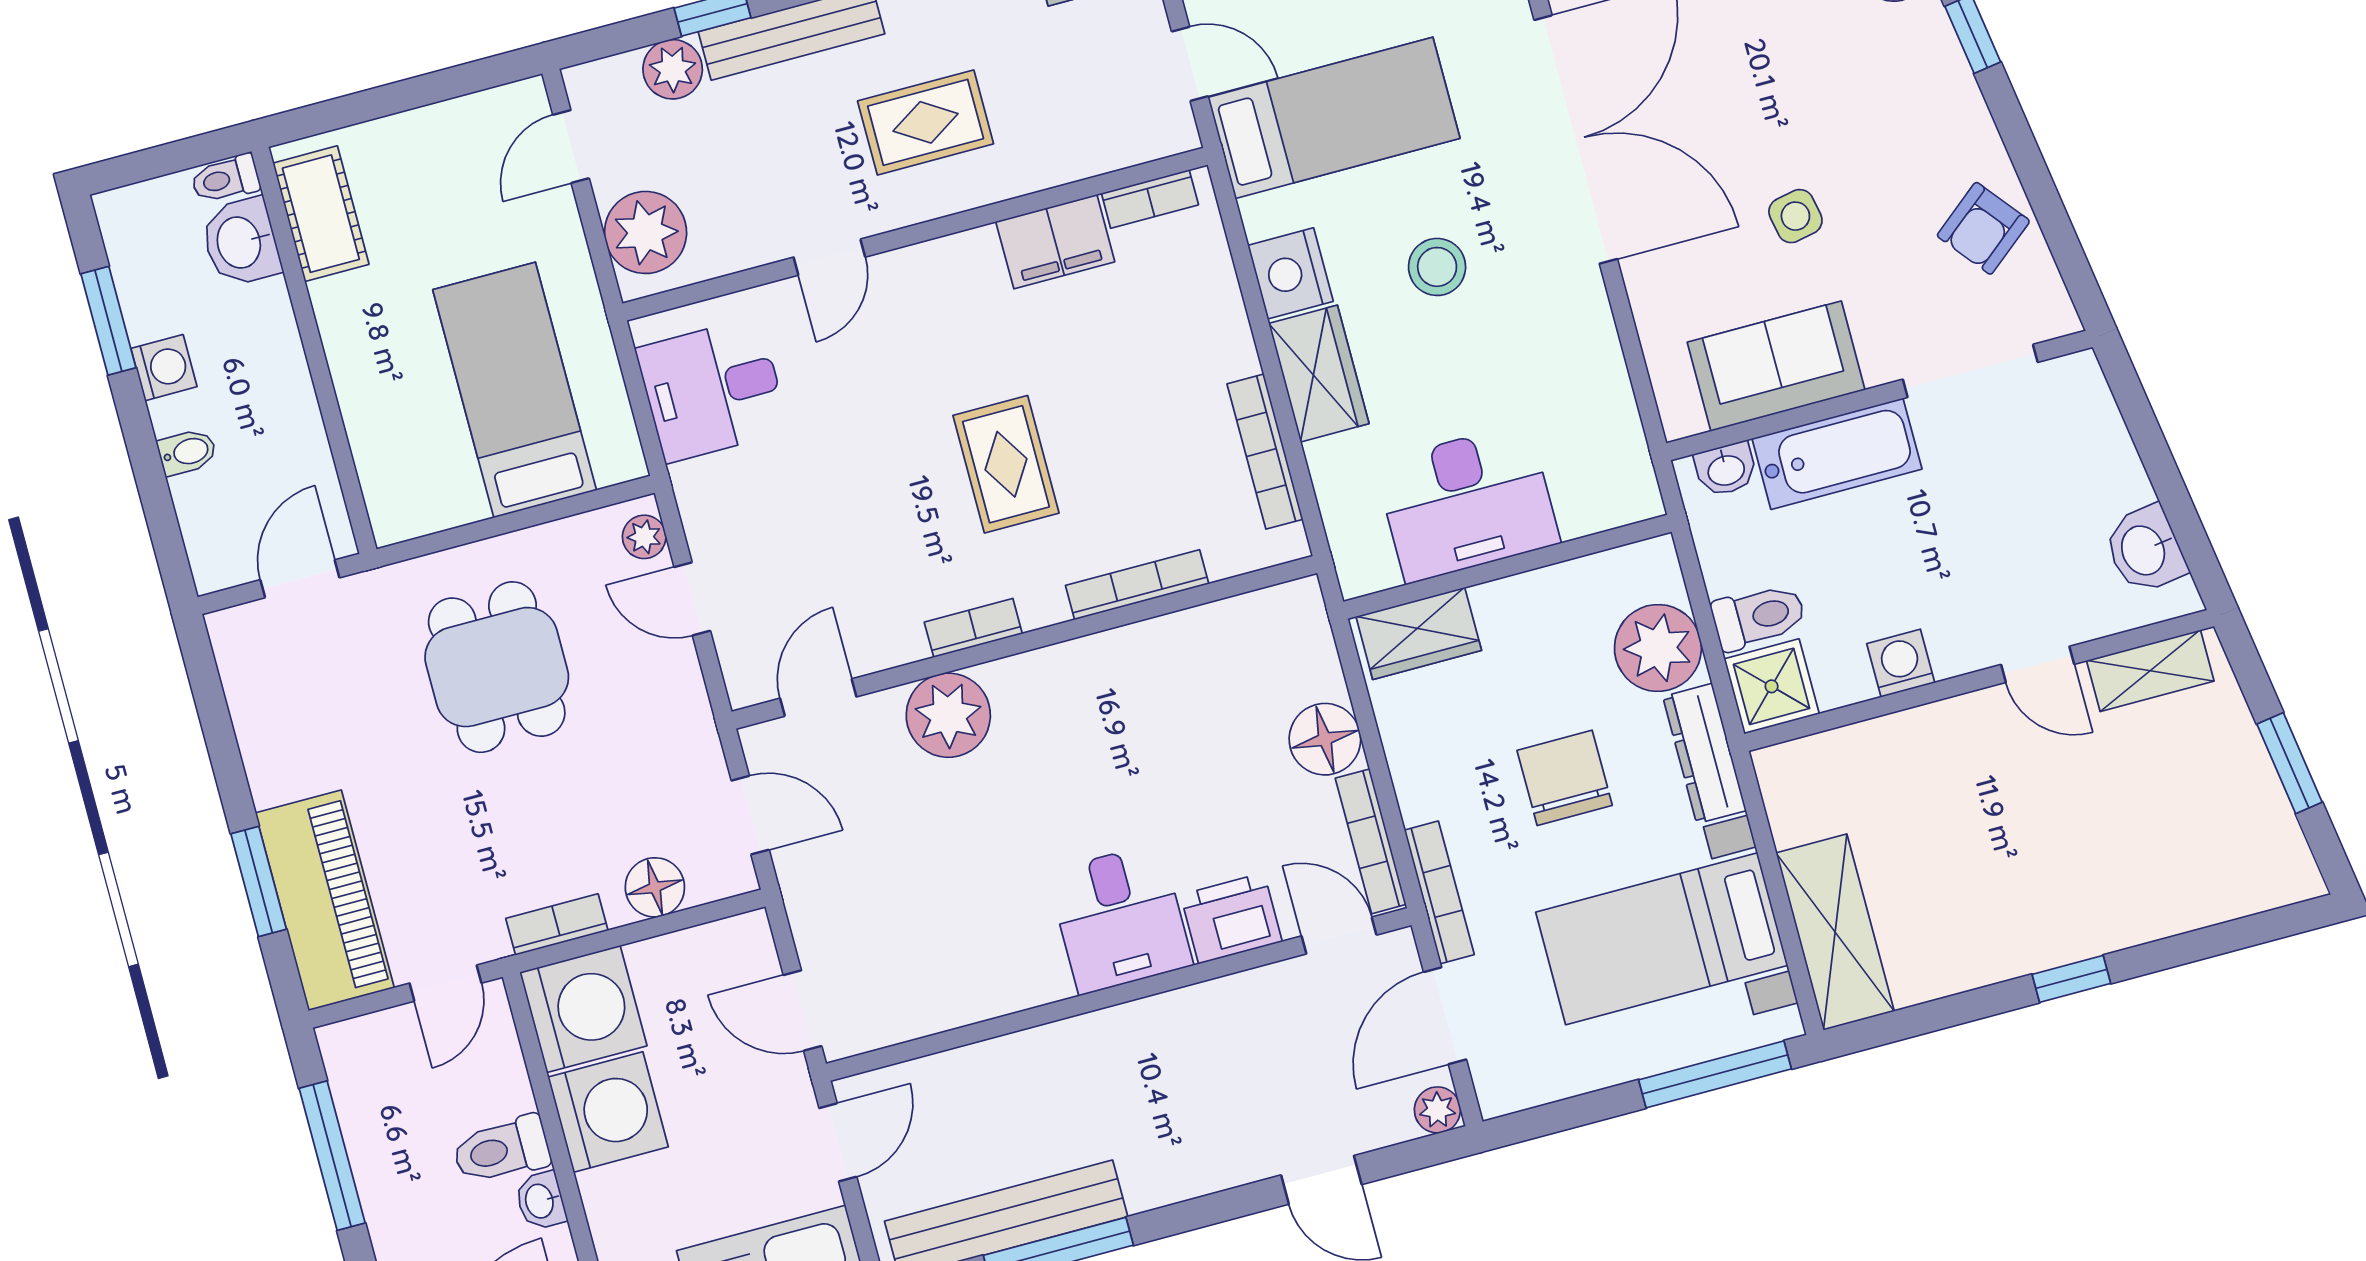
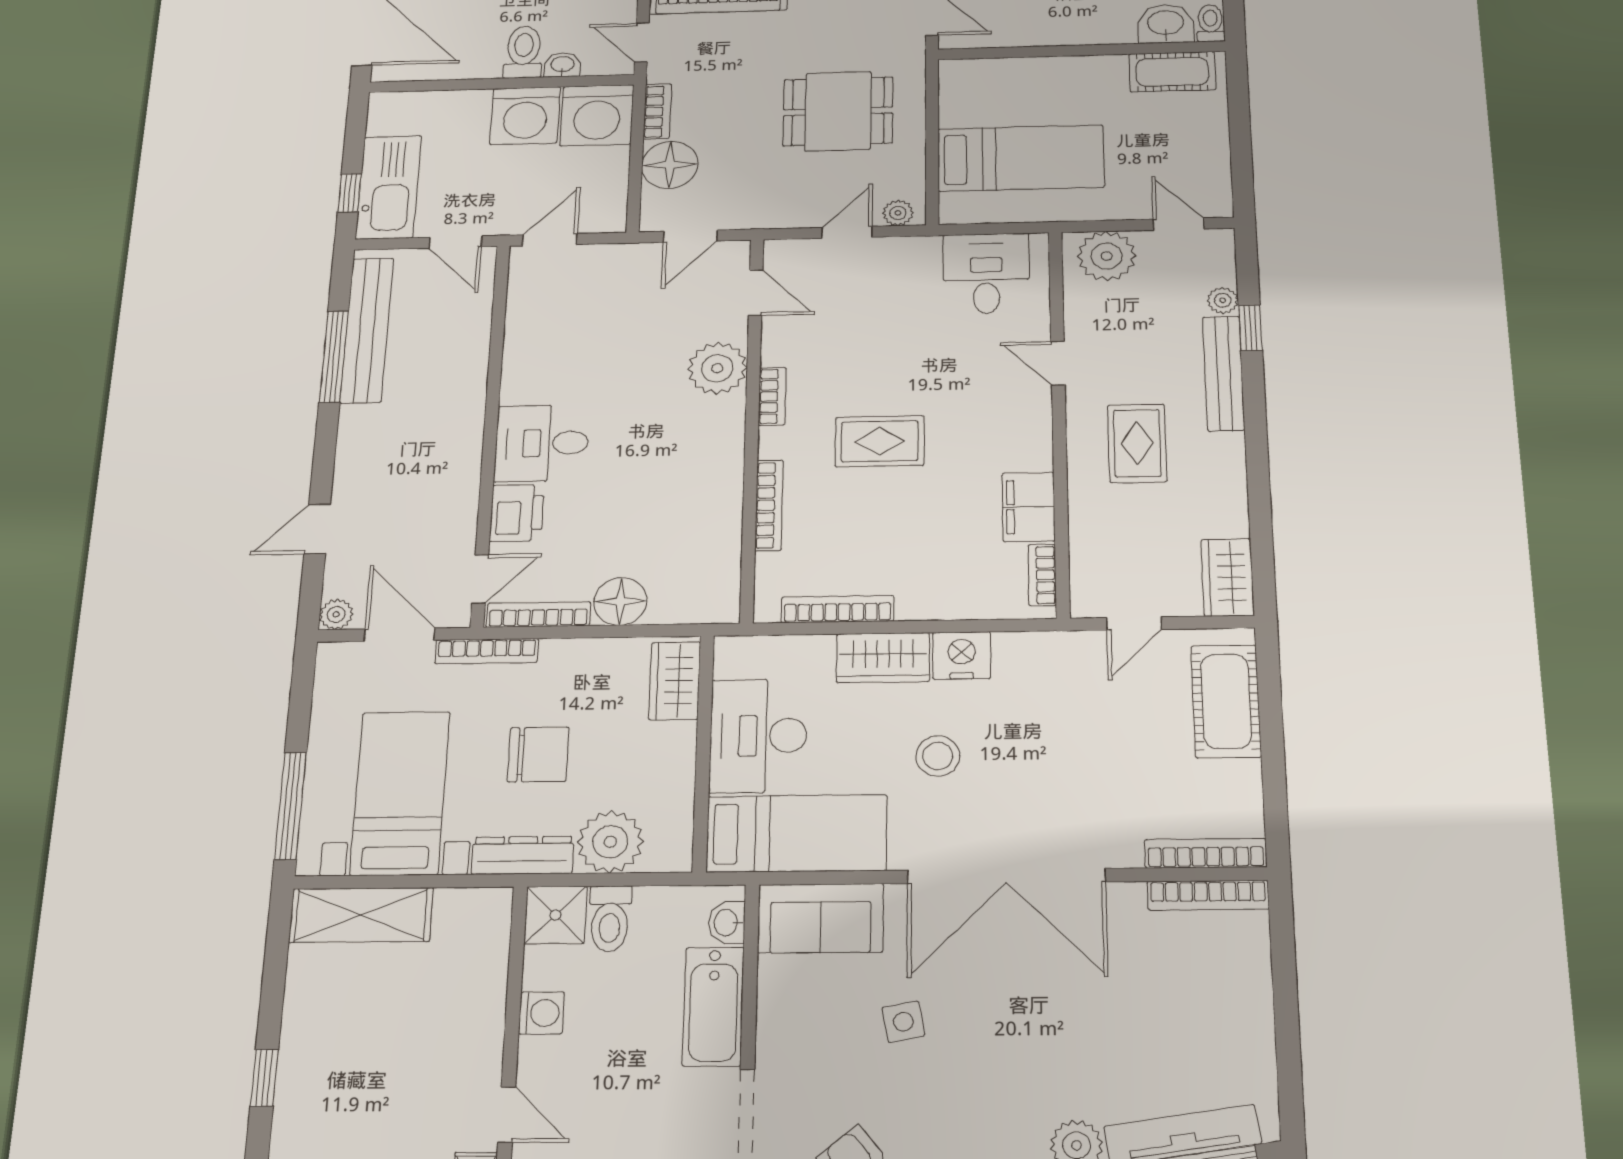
plant: (673, 69) -> (1223, 300), width x0.73, depth x0.73
bed: (1334, 118) -> (797, 833), moved, turned -90
sofa: (1776, 366) -> (821, 918), moved, turned 90
door: (2038, 664) -> (507, 1115), swing flipped
floor lamp: (655, 887) -> (670, 165), width x1.38, depth x1.38
washbasin: (541, 1201) -> (562, 65), moved

